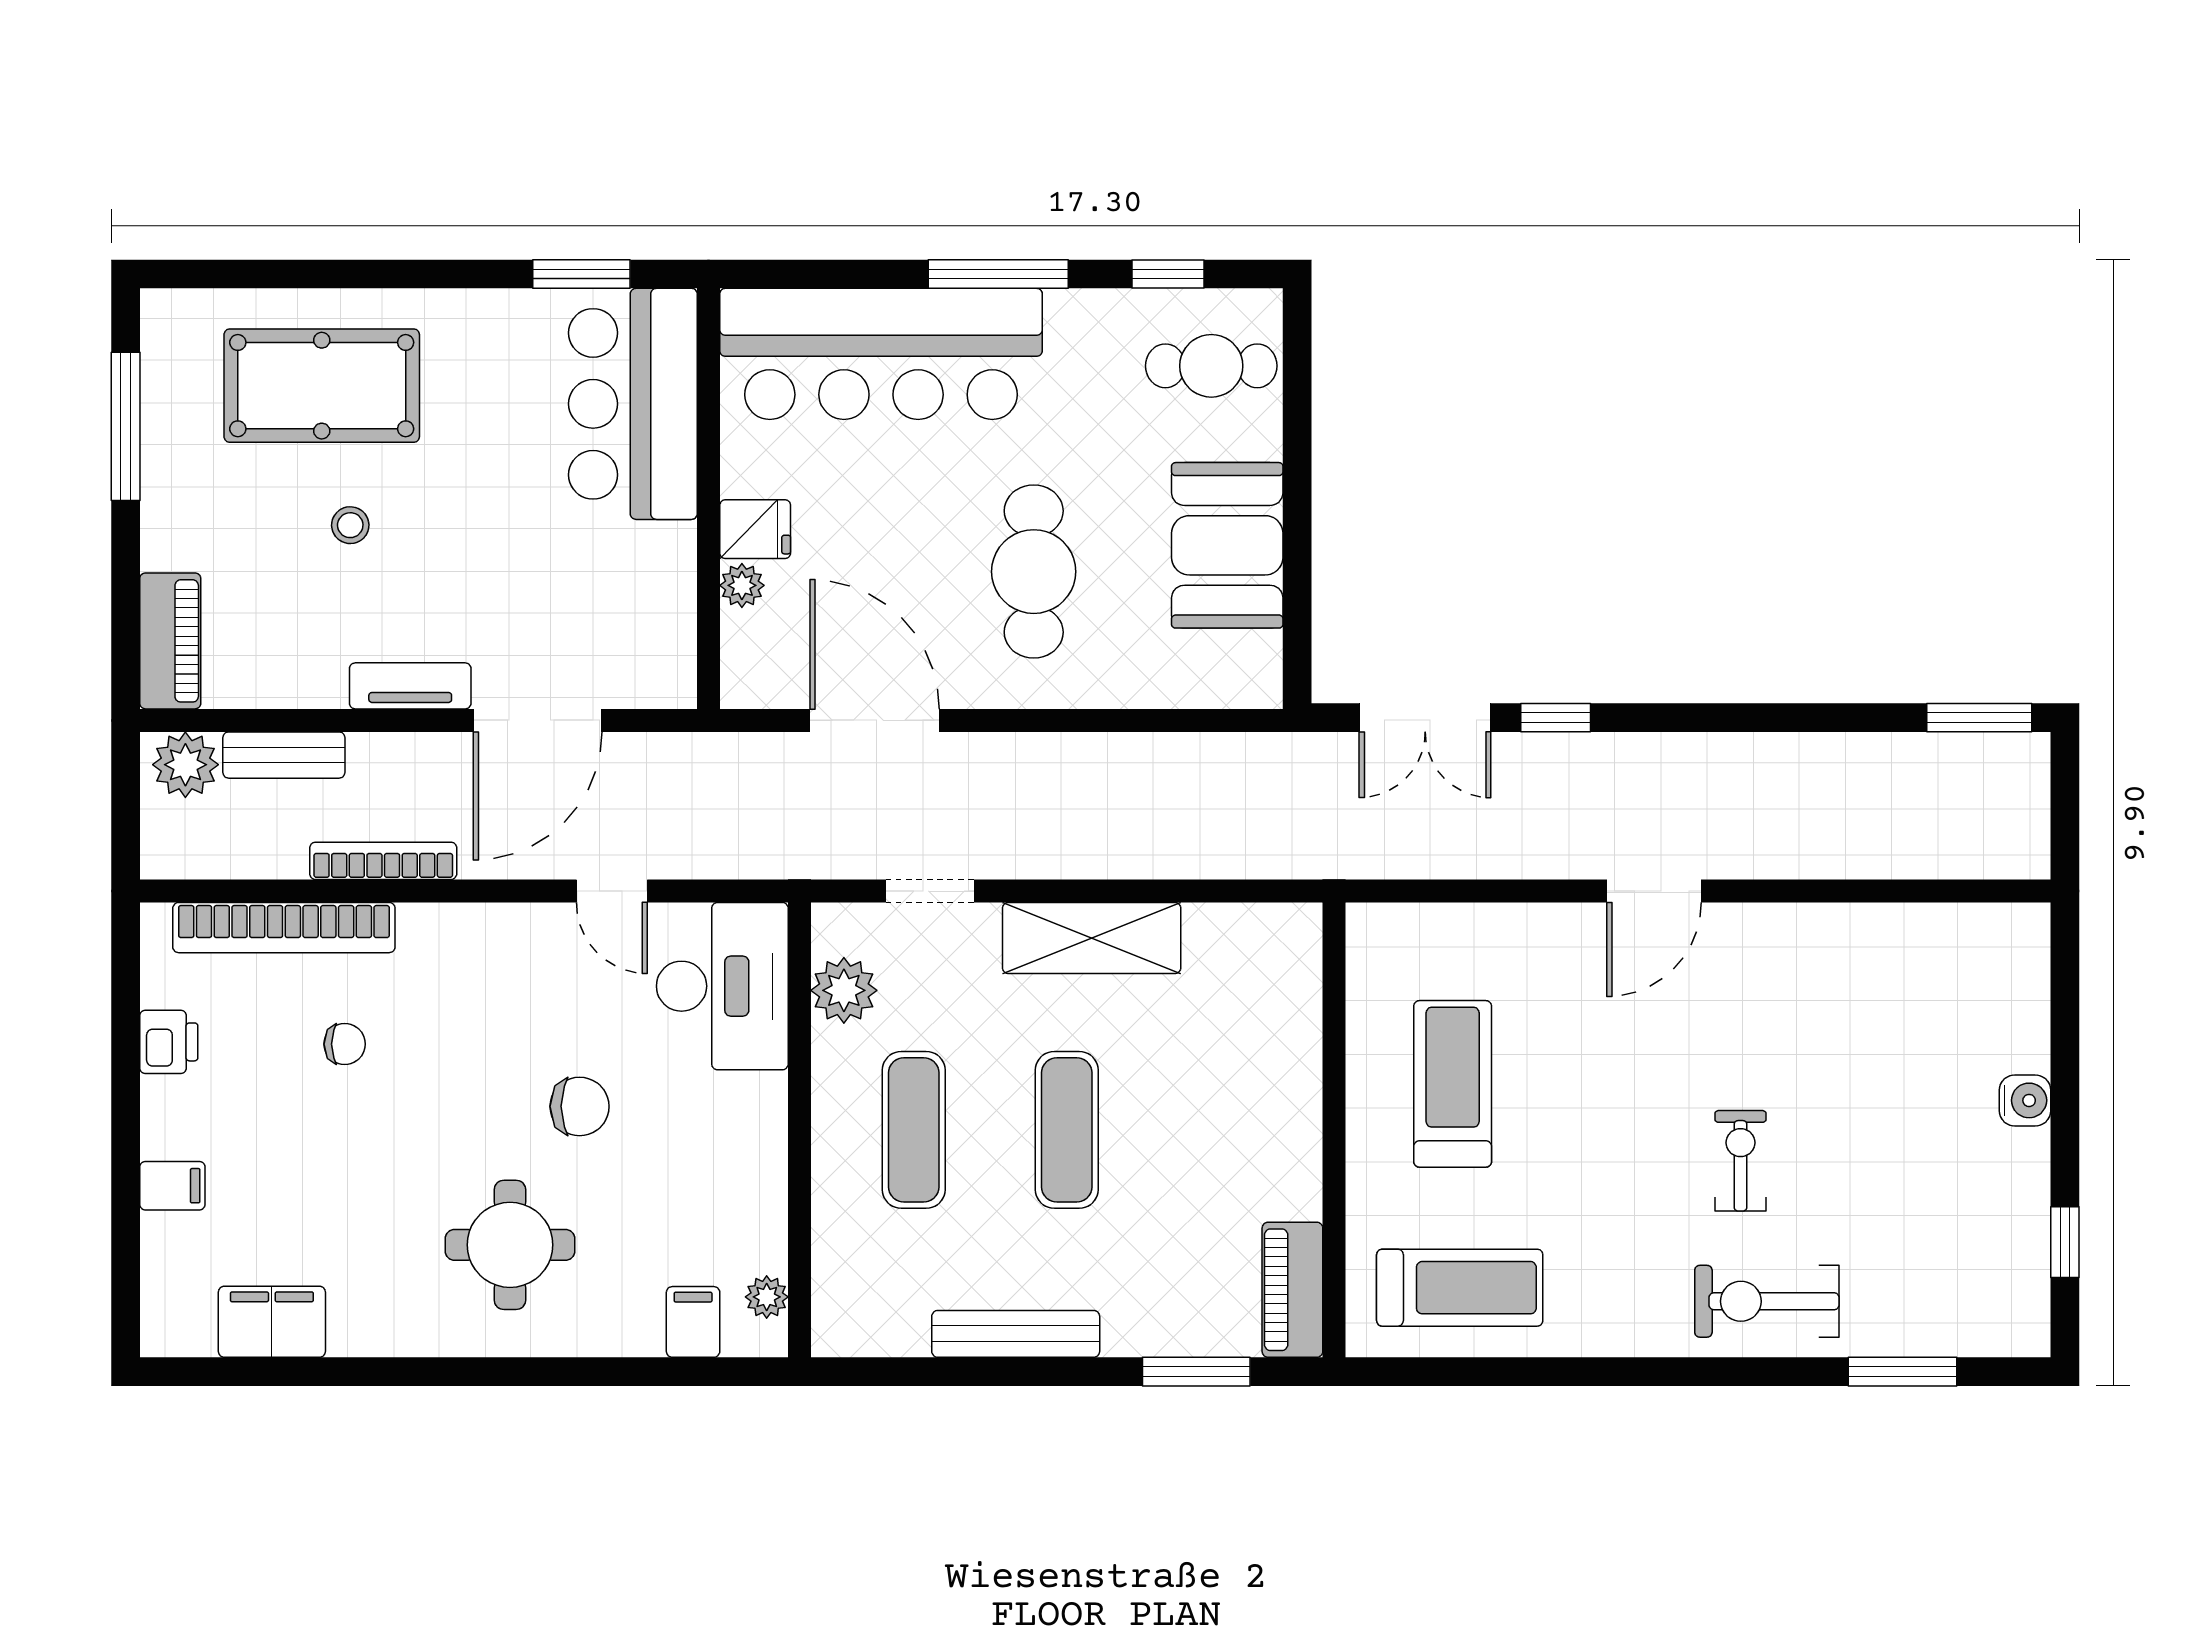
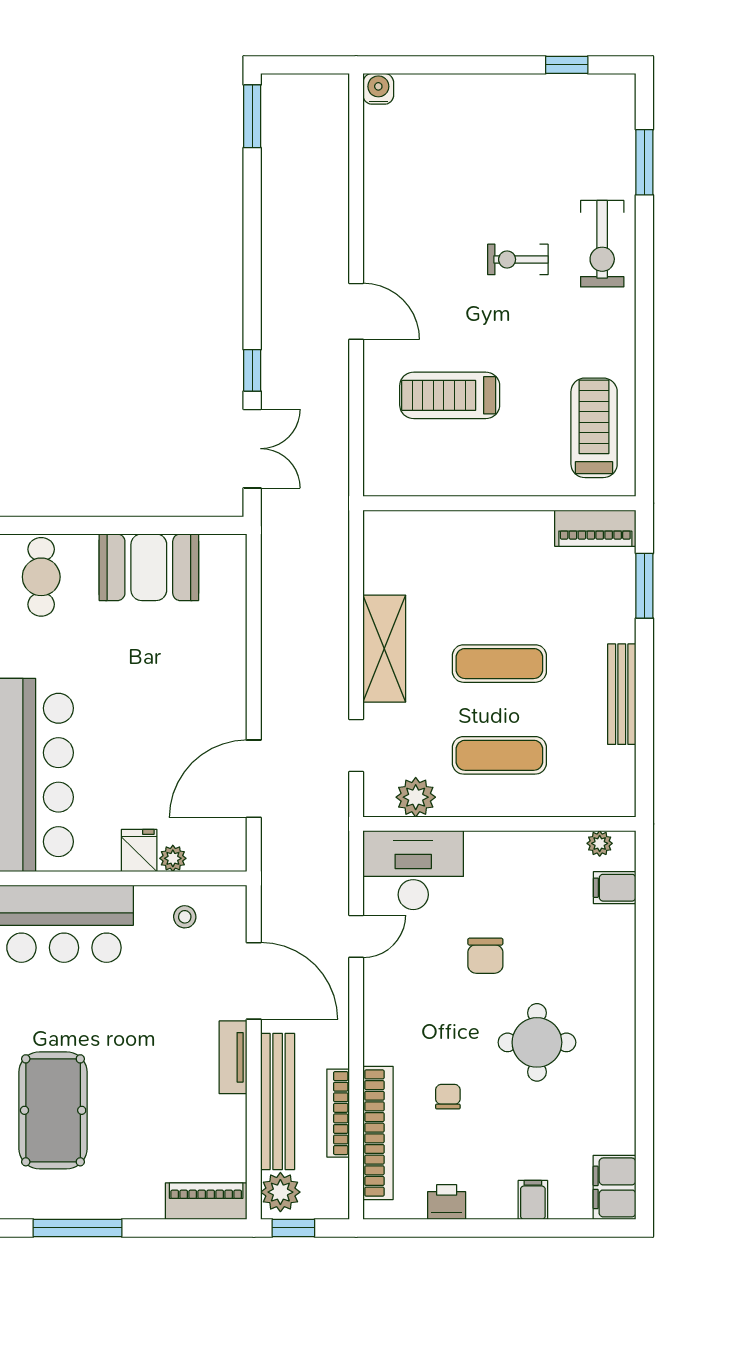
stool: (350, 525) -> (185, 917), moved
cafe table: (1034, 572) -> (165, 683), removed
bench: (284, 755) -> (278, 1102), width x1.86, depth x1.21
window: (126, 786) -> (293, 1228), added
bookcase: (383, 861) -> (338, 1113), moved
treadmill: (1453, 1084) -> (450, 395), moved
water cooler: (2025, 1100) -> (378, 89), moved
chair: (580, 1106) -> (485, 956), turned 180
round table: (510, 1245) -> (537, 1042), moved
filing cabinet: (272, 1322) -> (614, 1187), moved

